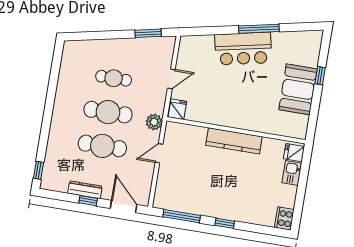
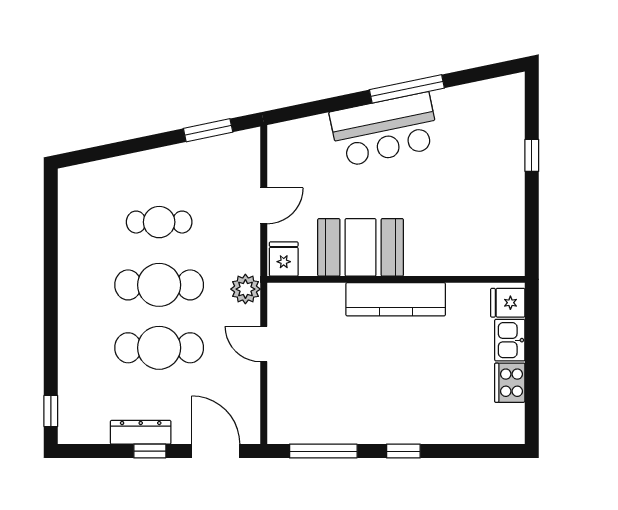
booth: (298, 89) -> (361, 247), moved, turned 90
door: (159, 153) -> (264, 344), hinge flipped
cooker: (284, 218) -> (510, 383), moved

